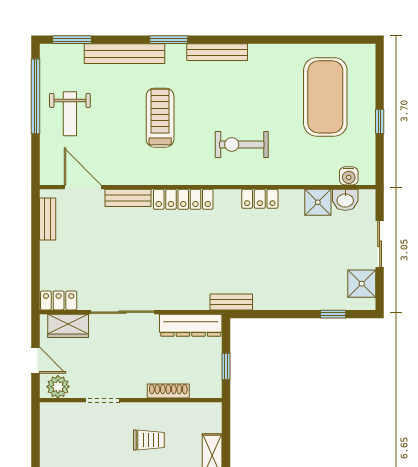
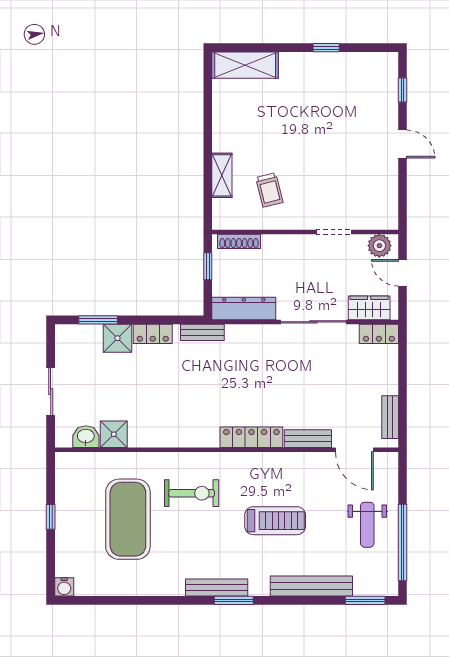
window: (169, 40) -> (234, 600), moved
exercise mat: (325, 97) -> (128, 519), moved
weight bench: (70, 114) -> (367, 525), turned 180
treadmill: (160, 118) -> (275, 521), turned -90
water cooler: (349, 176) -> (64, 587), moved, turned 180
locker: (260, 199) -> (153, 334), moved, turned 180
shower: (362, 284) -> (117, 338), moved
window: (333, 314) -> (98, 320), width x1.50
shoe rack: (168, 391) -> (239, 241), moved
trolley: (149, 440) -> (269, 190), moved, turned -104

